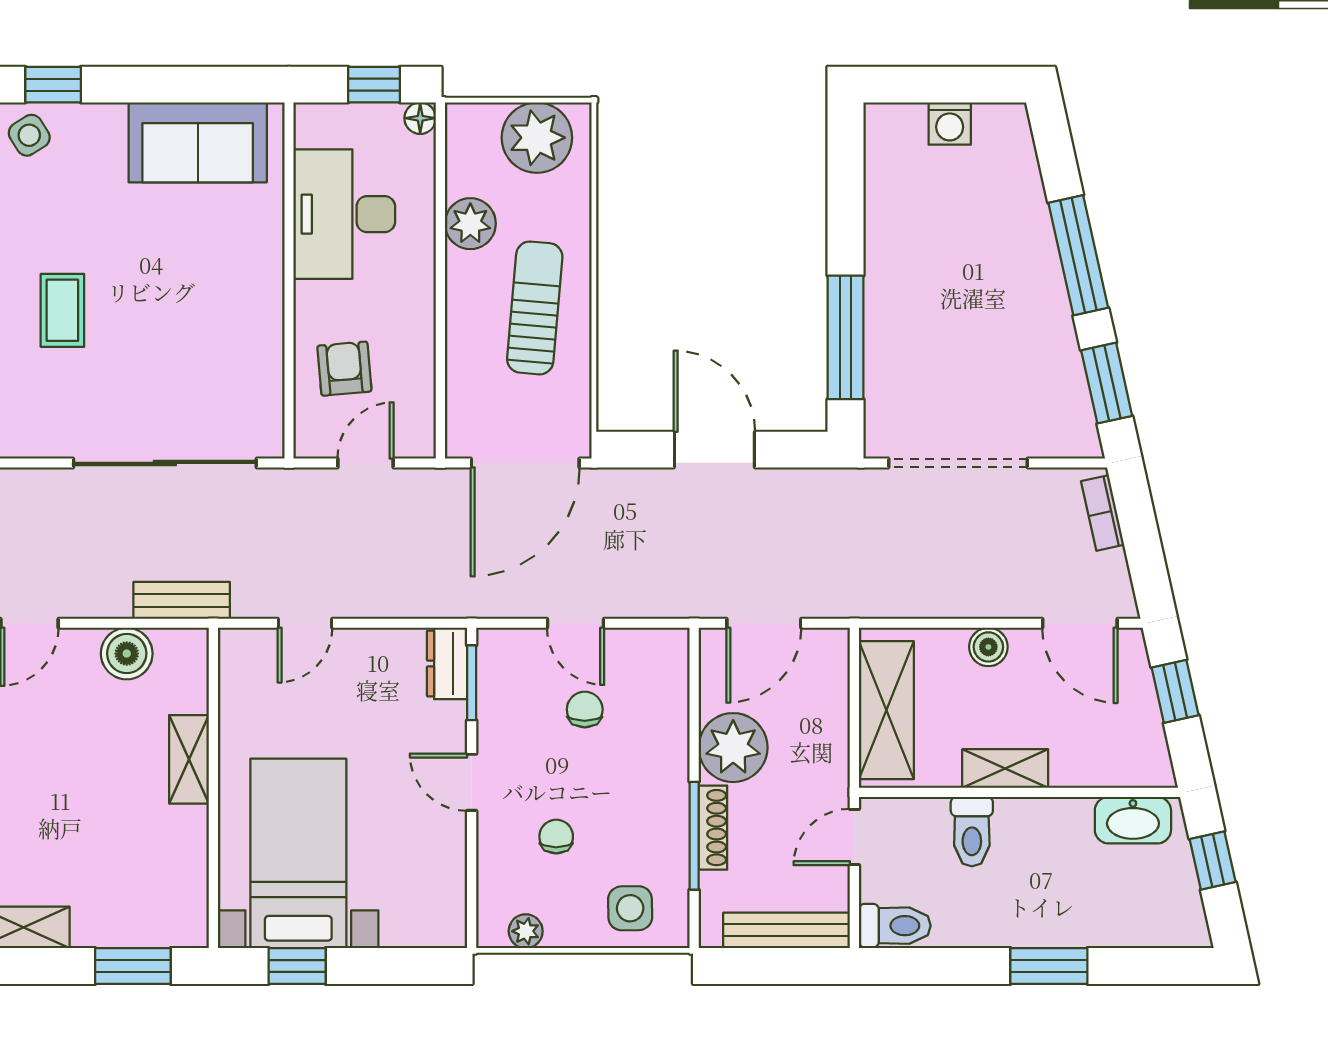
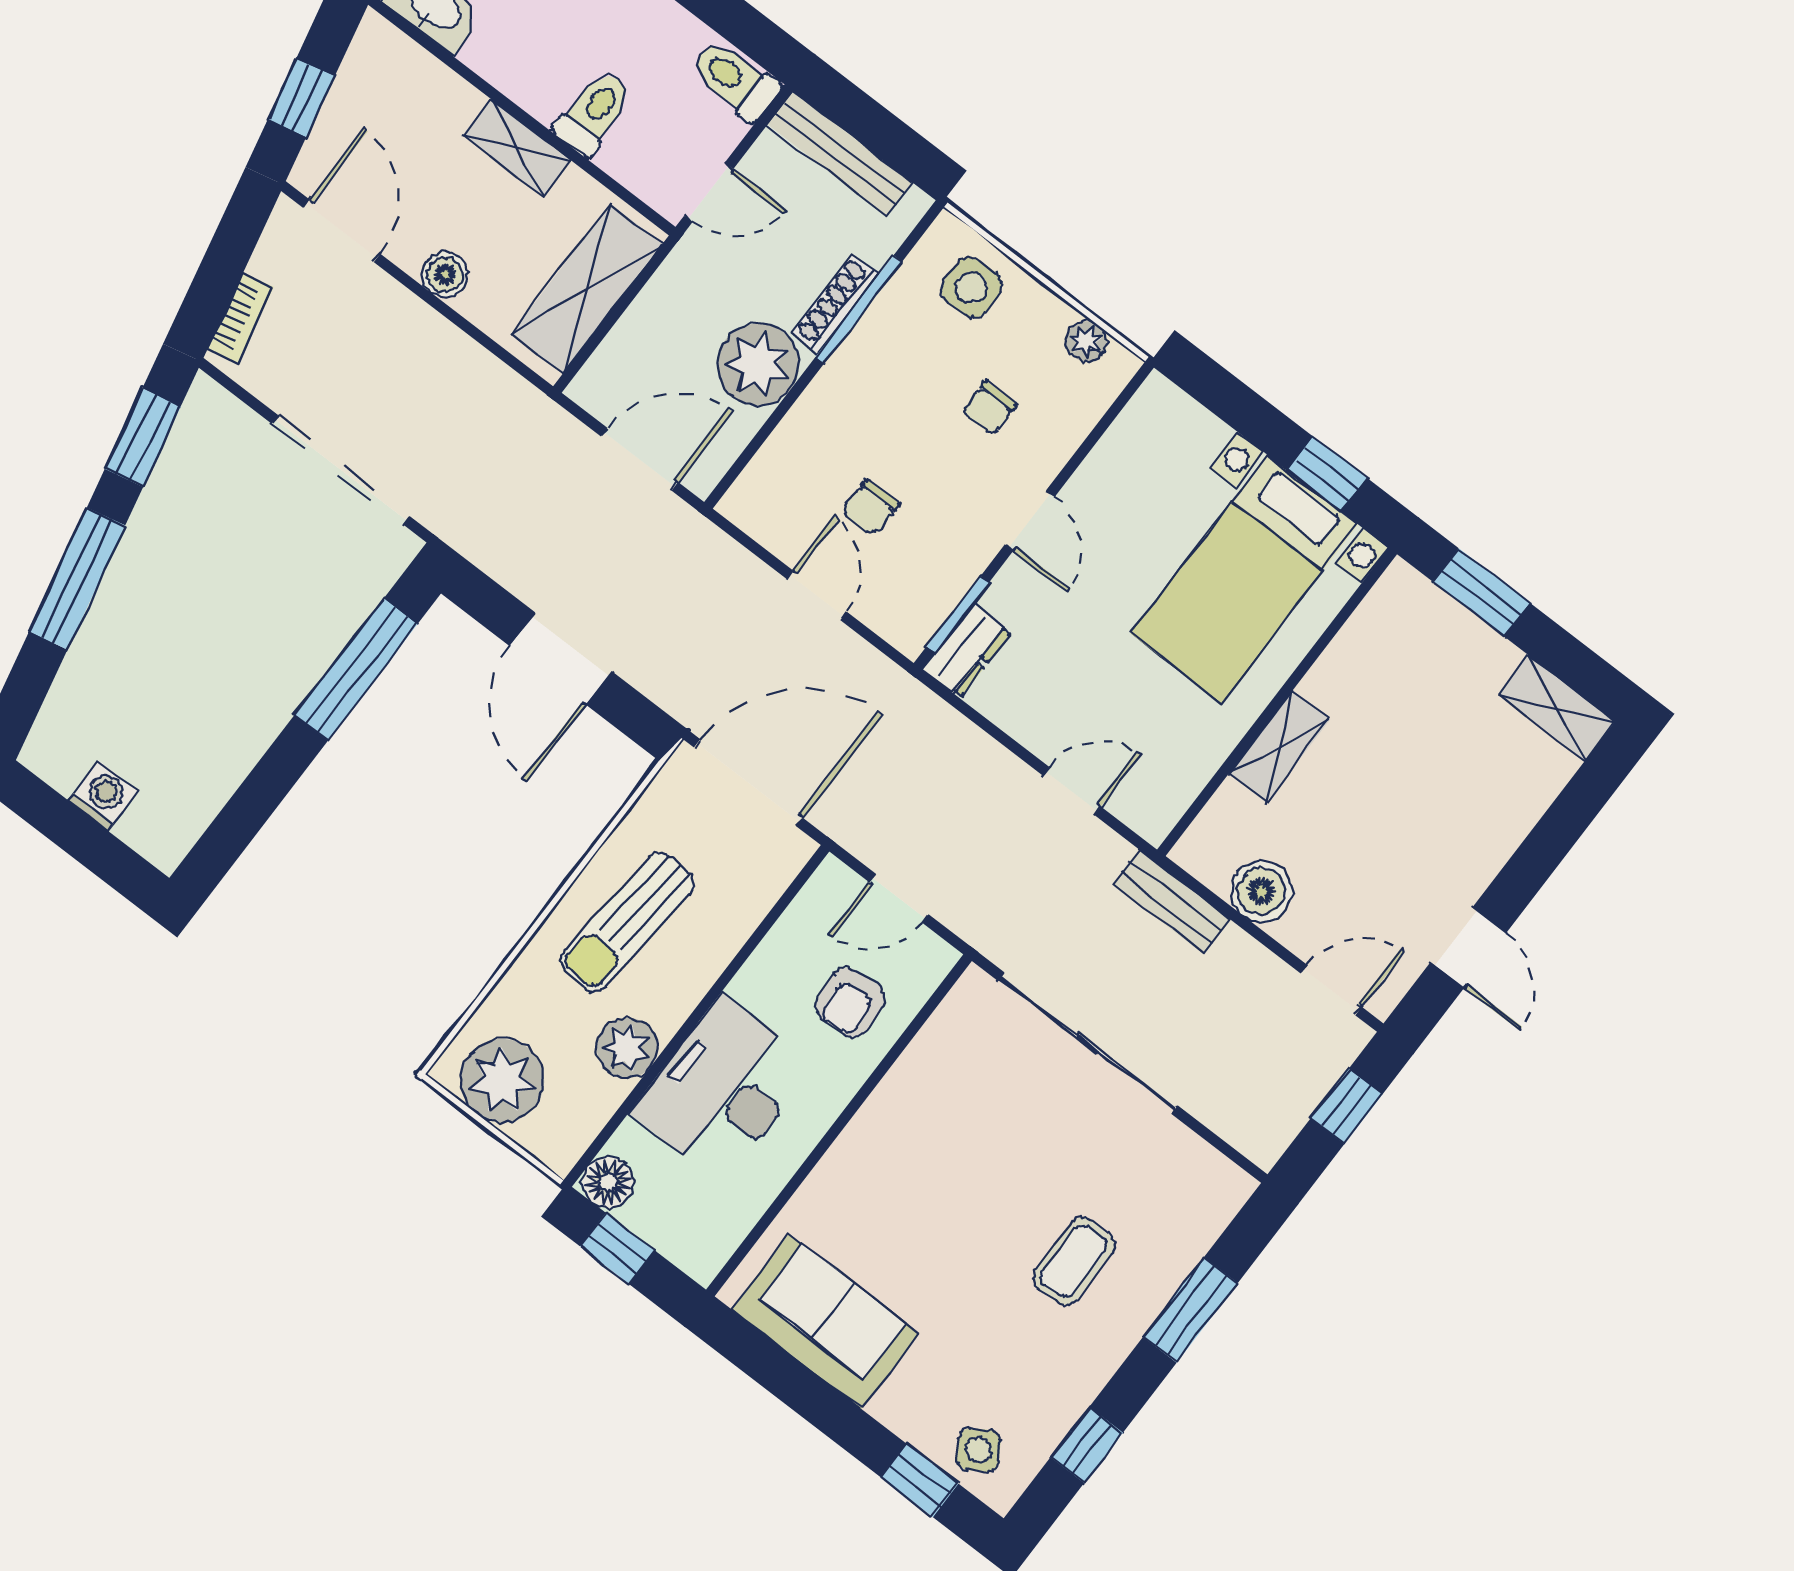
floor lamp: (420, 118) -> (608, 1182), width x1.37, depth x1.37
desk: (344, 214) -> (723, 1089), moved, turned 180

